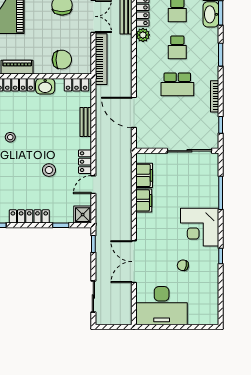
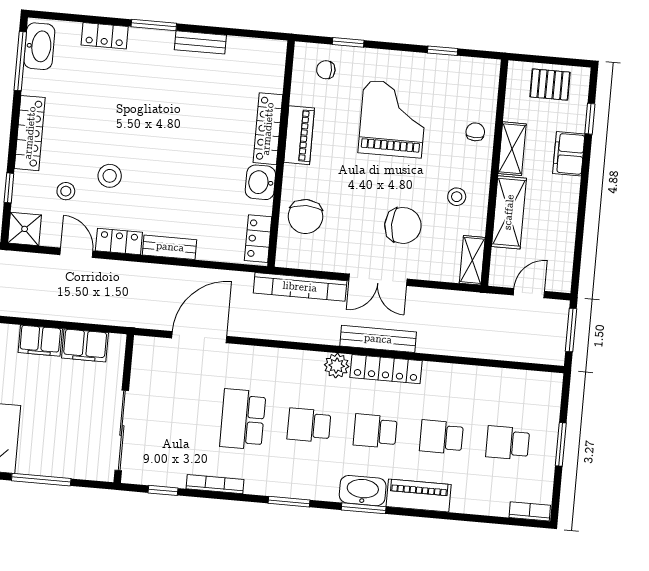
bench: (86, 122) -> (170, 247), moved
stool: (10, 137) -> (66, 191), moved

